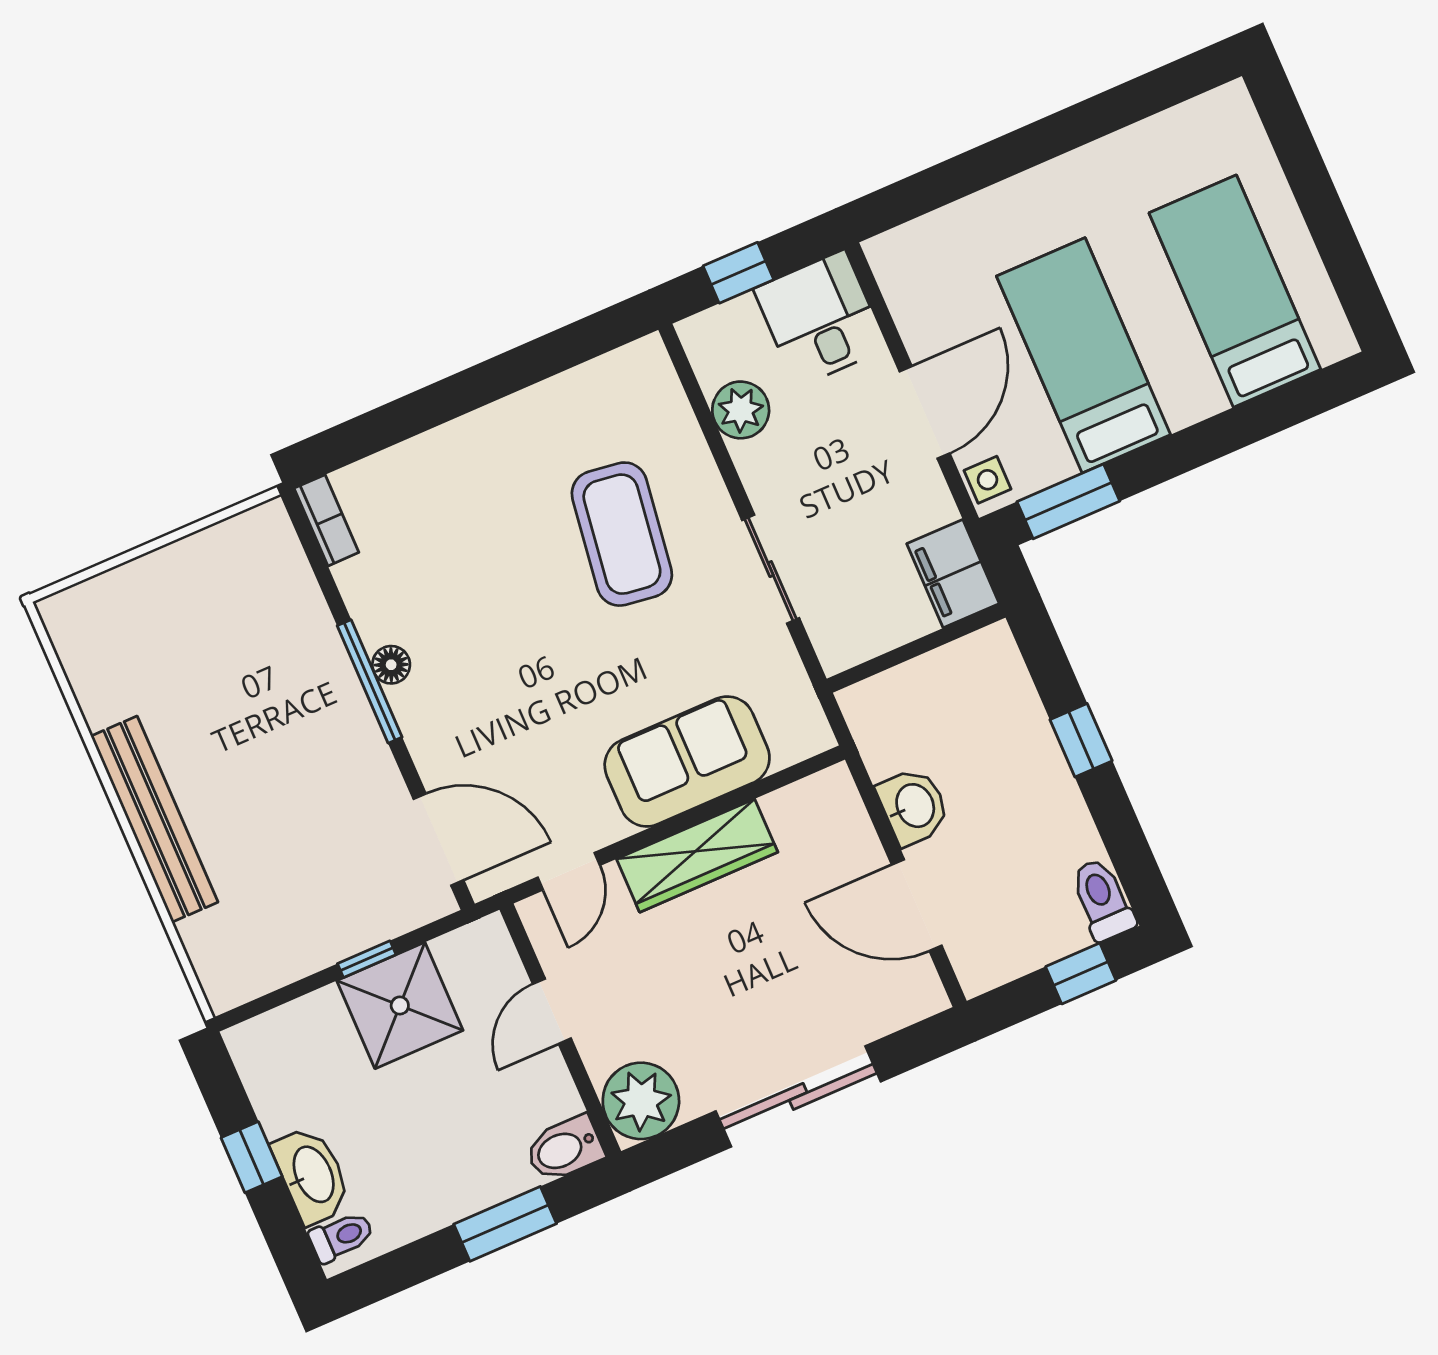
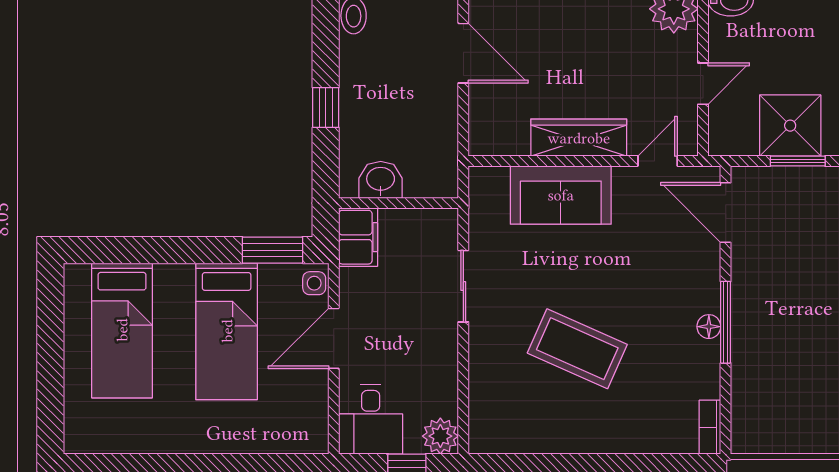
plant: (741, 410) -> (440, 436), moved
coffee table: (622, 534) -> (577, 349), moved, turned -74
washbasin: (914, 806) -> (381, 180), moved, turned 90
window: (367, 959) -> (798, 161), width x1.50

